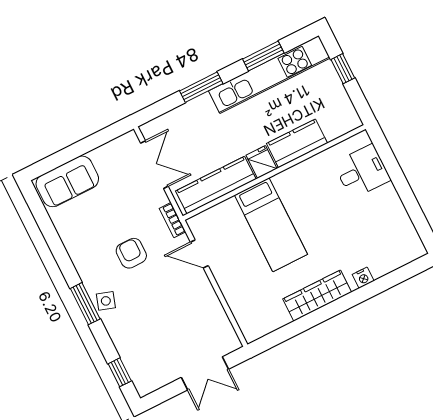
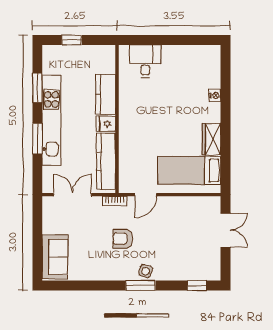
kitchen unit: (269, 75) -> (51, 120), moved
bed: (271, 225) -> (189, 170), moved, turned 180
wardrobe: (317, 296) -> (212, 139), width x0.67

